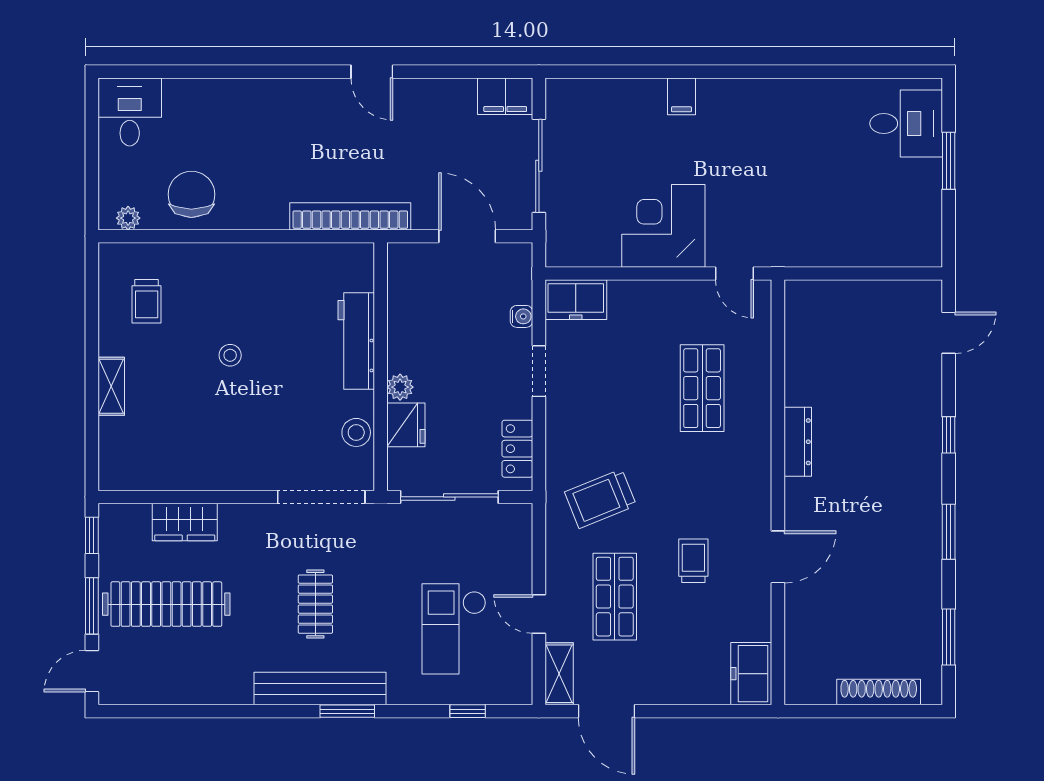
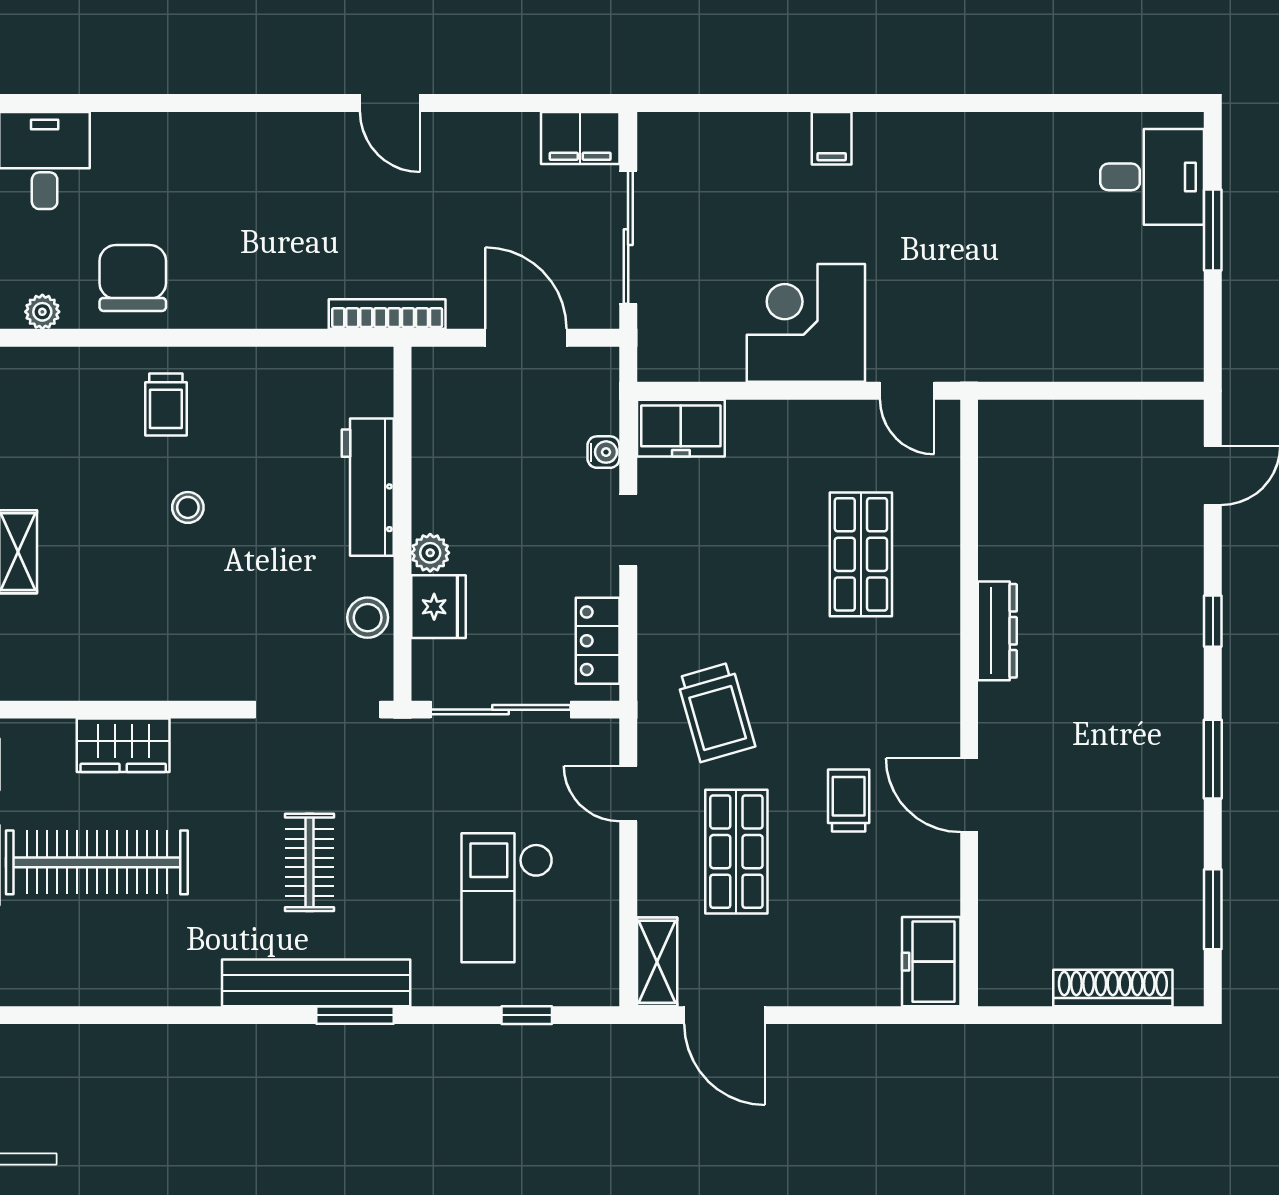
bookcase: (350, 216) -> (387, 314), width x0.68, depth x0.76
trolley: (147, 301) -> (166, 405), moved
trolley: (600, 499) -> (716, 712), turned -84
door: (778, 557) -> (969, 795), swing flipped
door: (539, 614) -> (628, 794), moved

